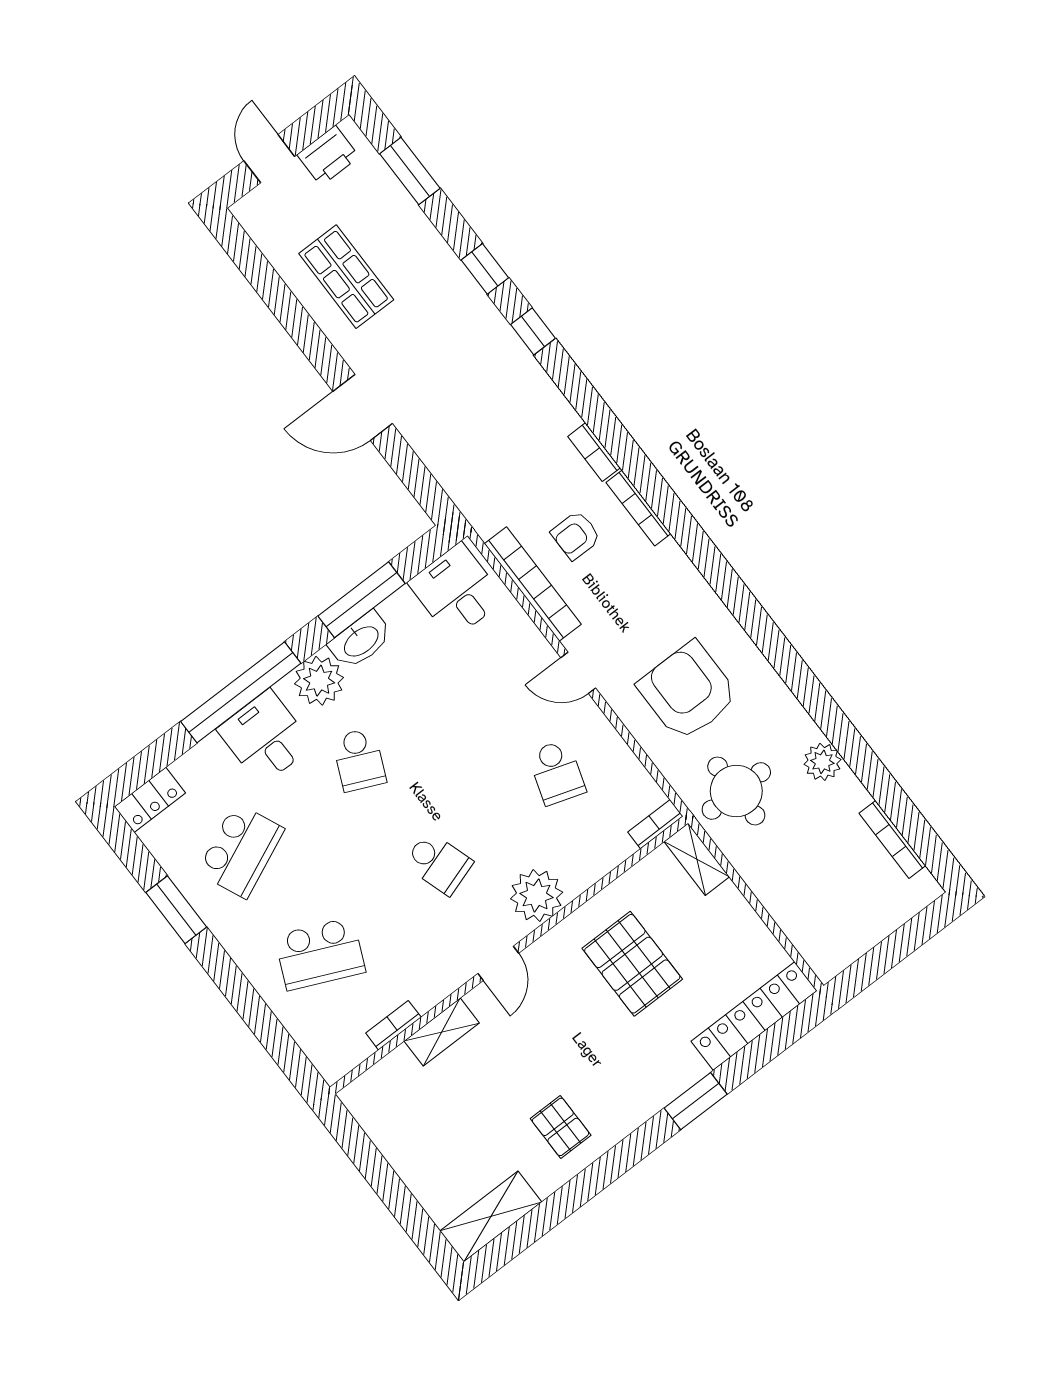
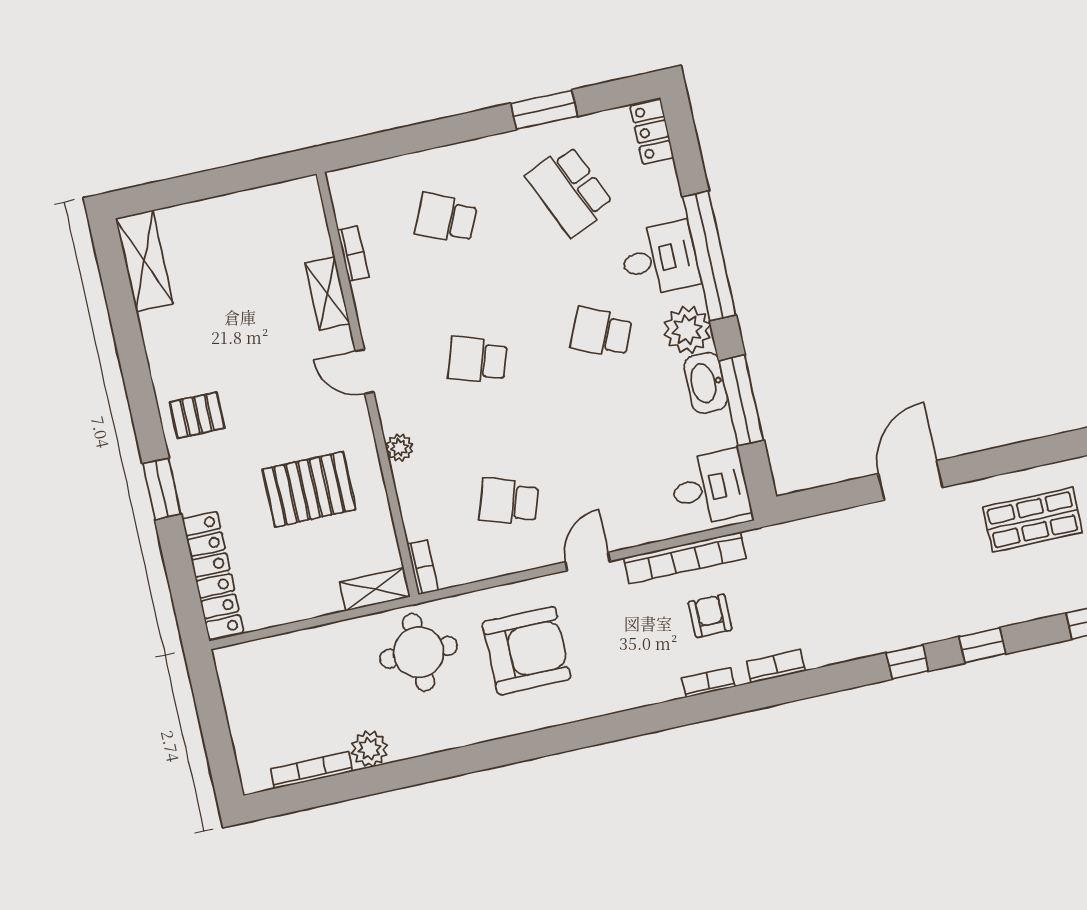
bookcase: (638, 508) -> (708, 682), width x0.64
plant: (822, 762) -> (370, 749), moved
school desk: (438, 863) -> (478, 360), turned 36
plant: (537, 895) -> (399, 447), width x0.53, depth x0.53
school desk: (320, 954) -> (446, 218), width x0.54
pallet: (561, 1127) -> (197, 415), moved

